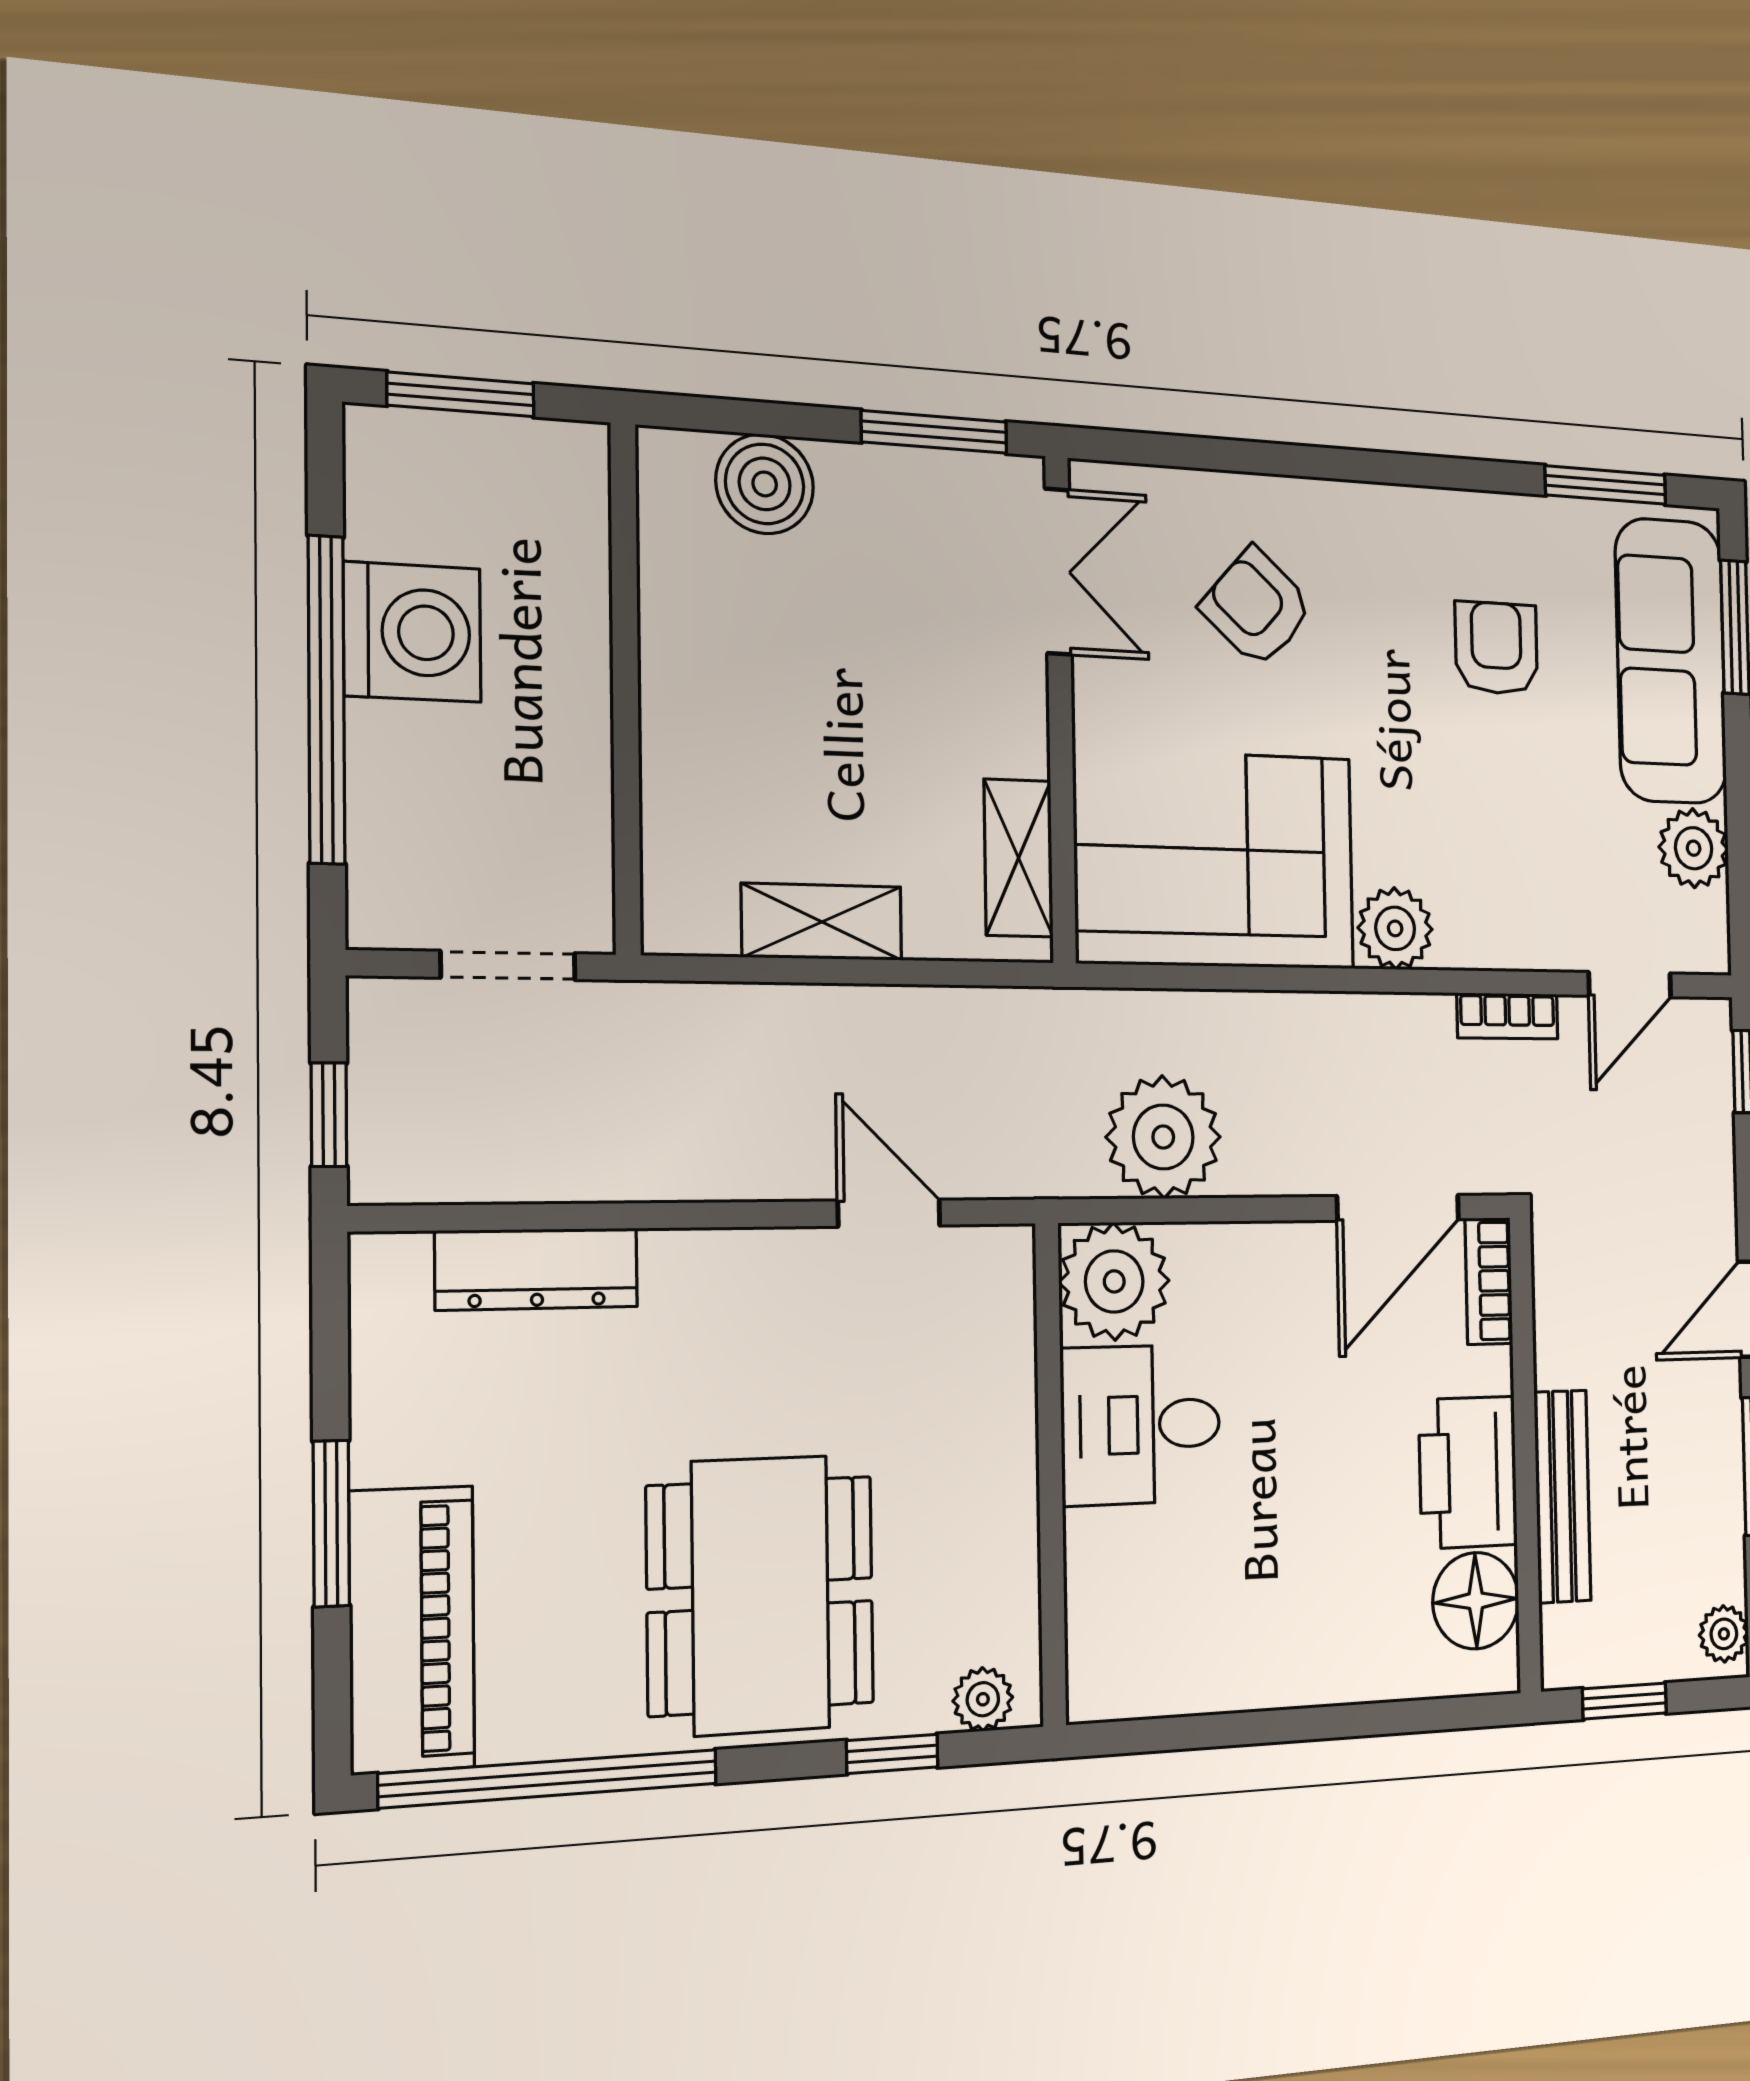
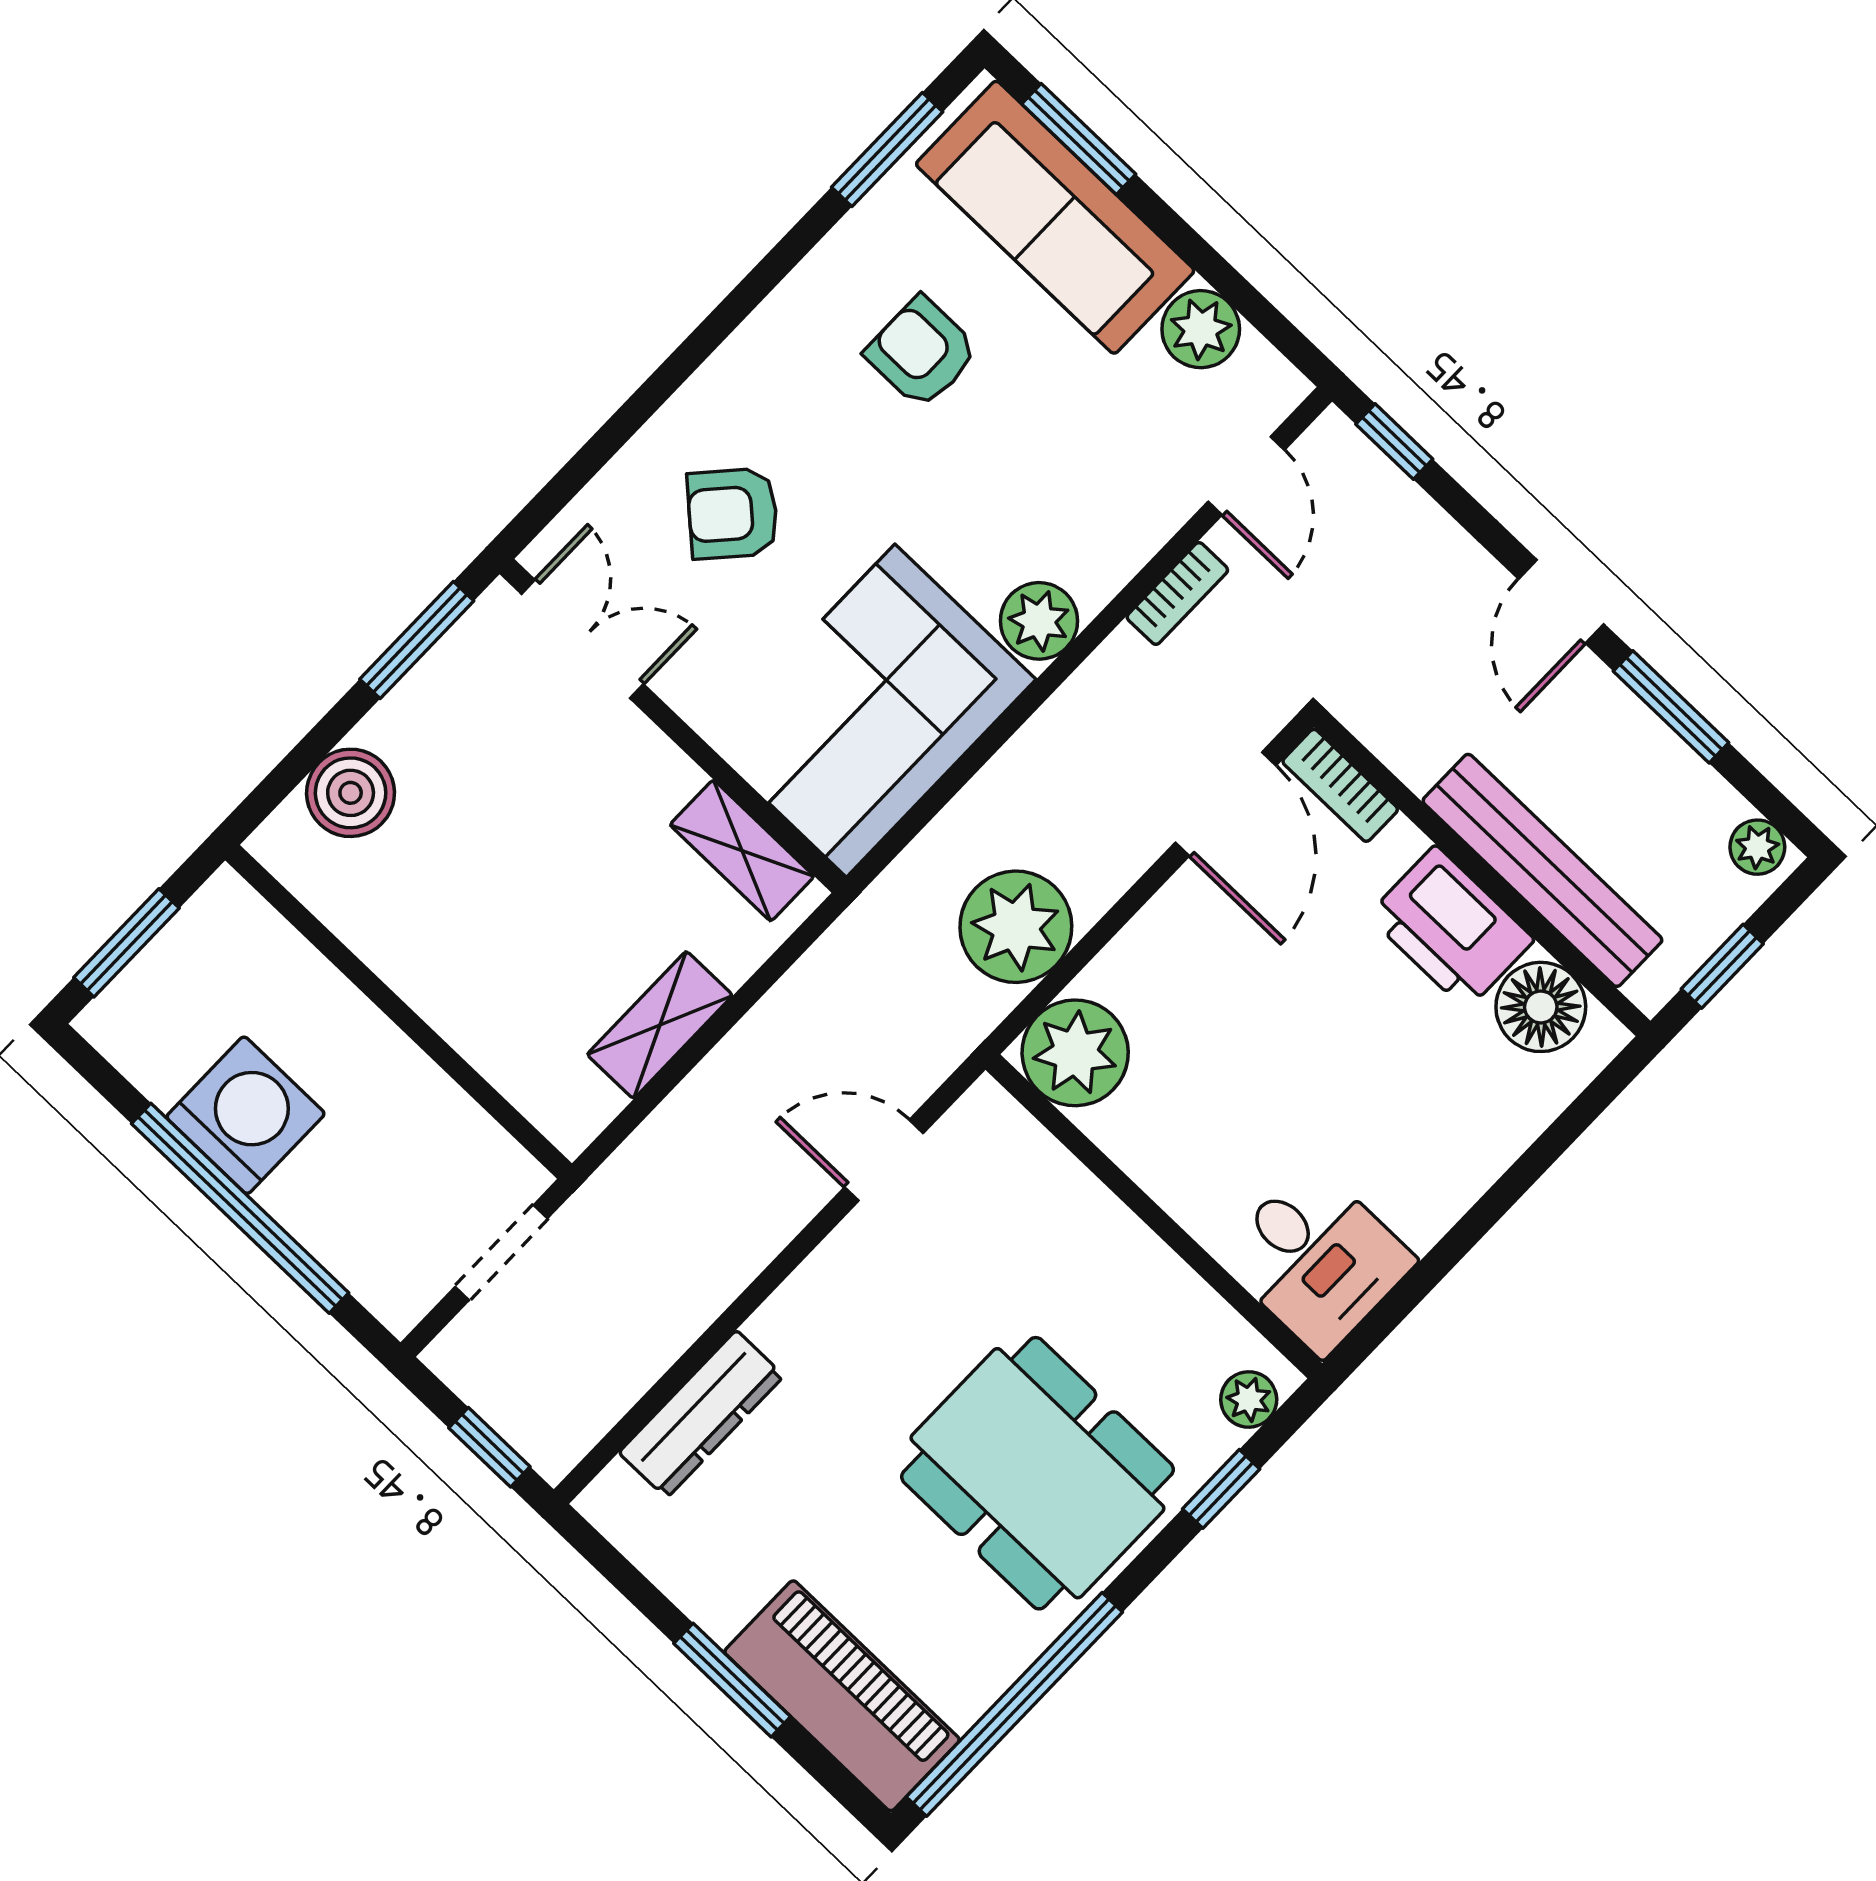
desk: (1141, 1425) -> (1317, 1259), moved, turned -90
bench: (1562, 1496) -> (1542, 870), width x1.37, depth x1.21

